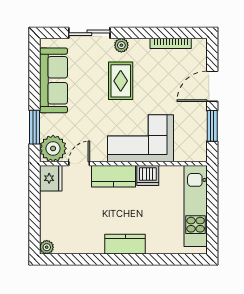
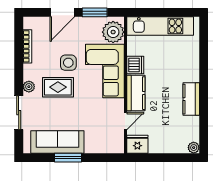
door: (212, 86) -> (62, 12), hinge flipped
side table: (151, 94) -> (68, 63), added
window: (34, 127) -> (68, 158), moved
plant: (53, 148) -> (113, 32), moved
door: (79, 164) -> (125, 121), swing flipped
kitchen counter: (125, 244) -> (191, 99), moved

